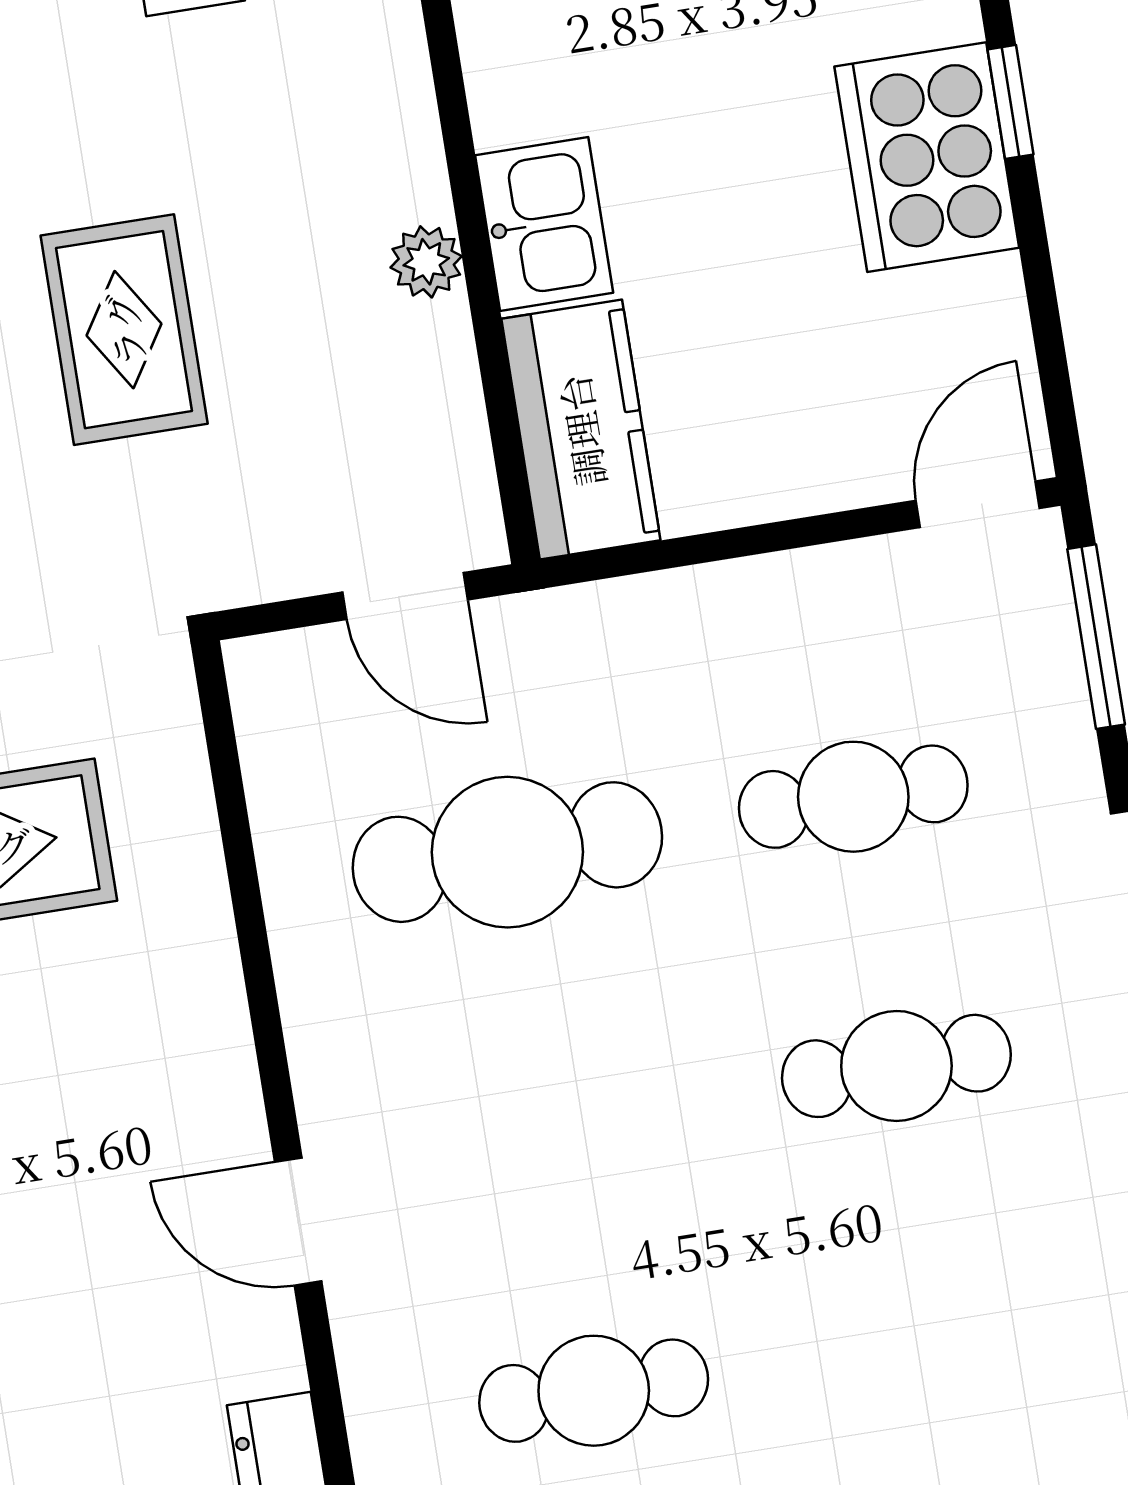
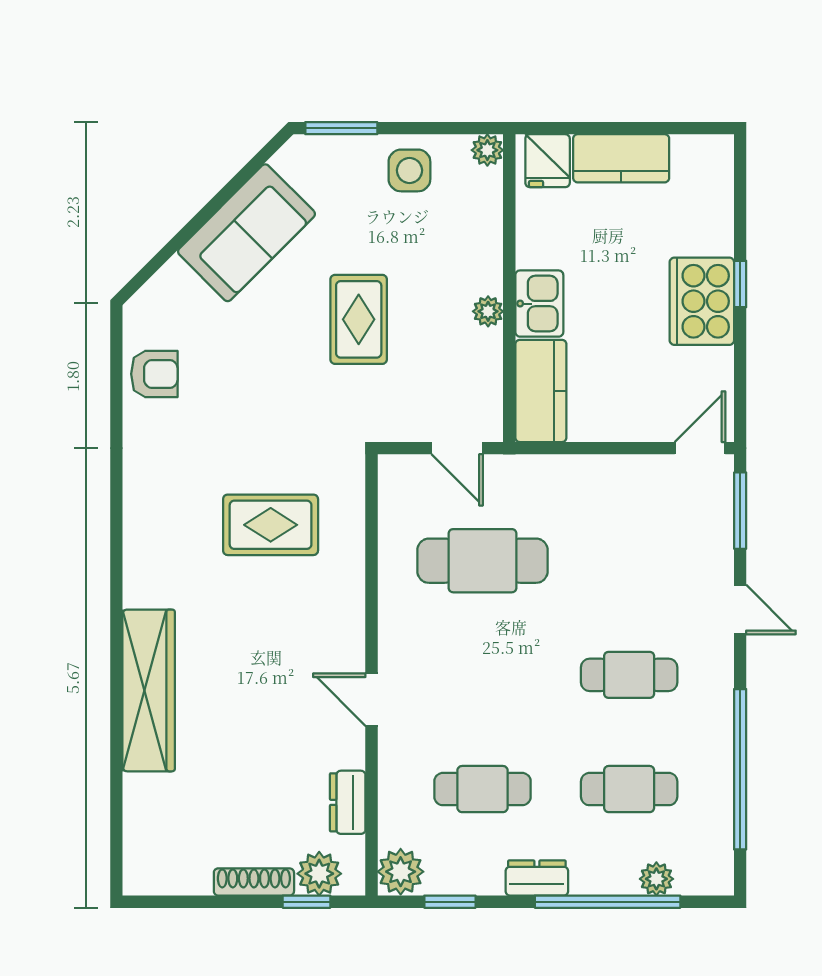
cafe table: (853, 797) -> (629, 789), moved

